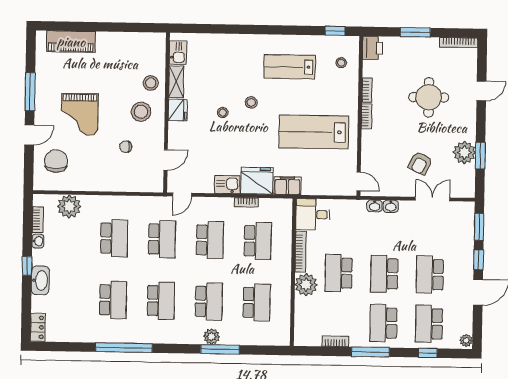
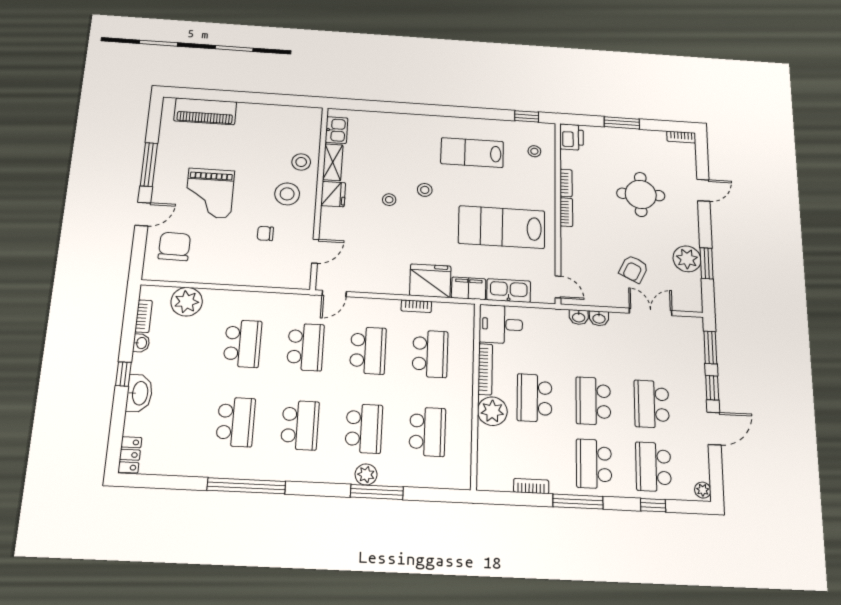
bookcase: (459, 43) -> (681, 137), width x0.64
kitchen sink: (227, 185) -> (509, 291), moved, width x1.38

